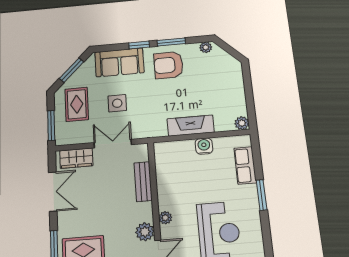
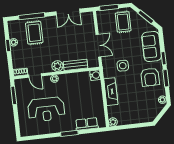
armchair: (168, 65) -> (150, 77), turned 180
side table: (117, 103) -> (123, 66), moved
rug: (77, 104) -> (123, 22), turned 90
water cooler: (204, 146) -> (95, 75), moved
wardrobe: (76, 158) -> (89, 24), removed
plant: (145, 232) -> (57, 66), moved

